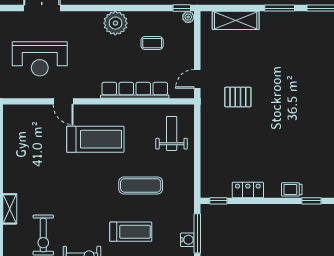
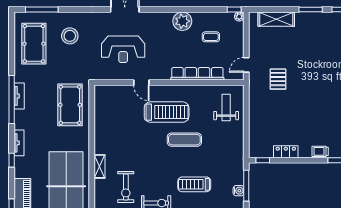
pallet: (238, 97) -> (278, 79), turned 90
exercise mat: (141, 185) -> (184, 140), moved
treadmill: (131, 232) -> (194, 184), turned 180

